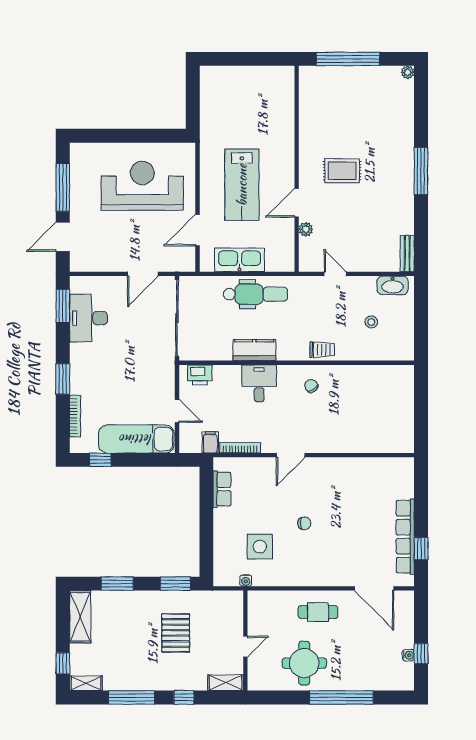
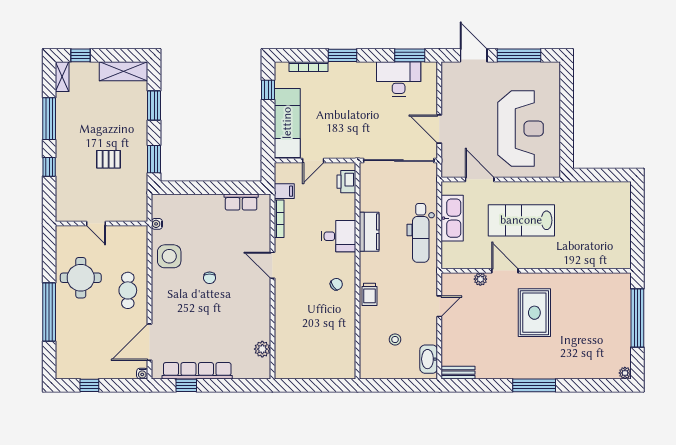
rug: (342, 171) -> (534, 313), width x1.36, depth x1.43
plant: (382, 466) -> (262, 349), added
side table: (260, 547) -> (169, 256), moved
pallet: (176, 633) -> (109, 159), width x0.67, depth x0.71
water cooler: (408, 655) -> (142, 374), moved
shelving: (226, 683) -> (63, 205), removed

